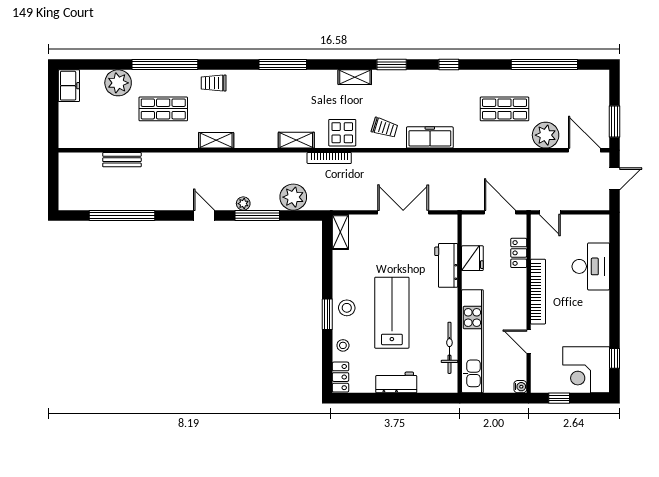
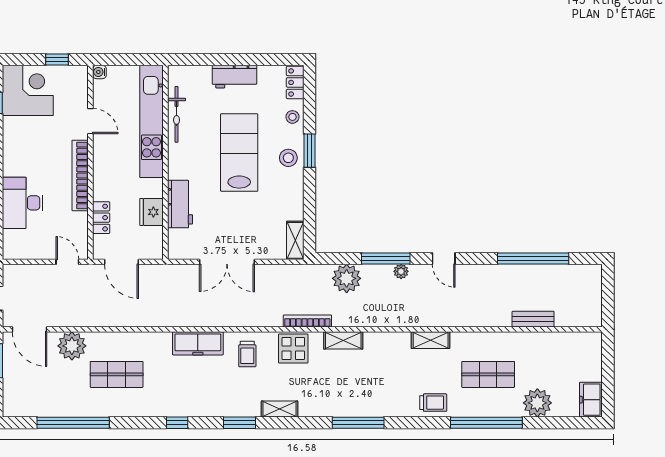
trolley: (384, 128) -> (247, 354), turned -107
lab bench: (392, 313) -> (239, 153), turned 180

